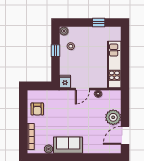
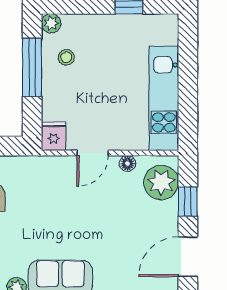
window: (55, 51) -> (32, 67), width x2.17
window: (125, 111) -> (188, 202), added
plant: (113, 117) -> (161, 182), moved

